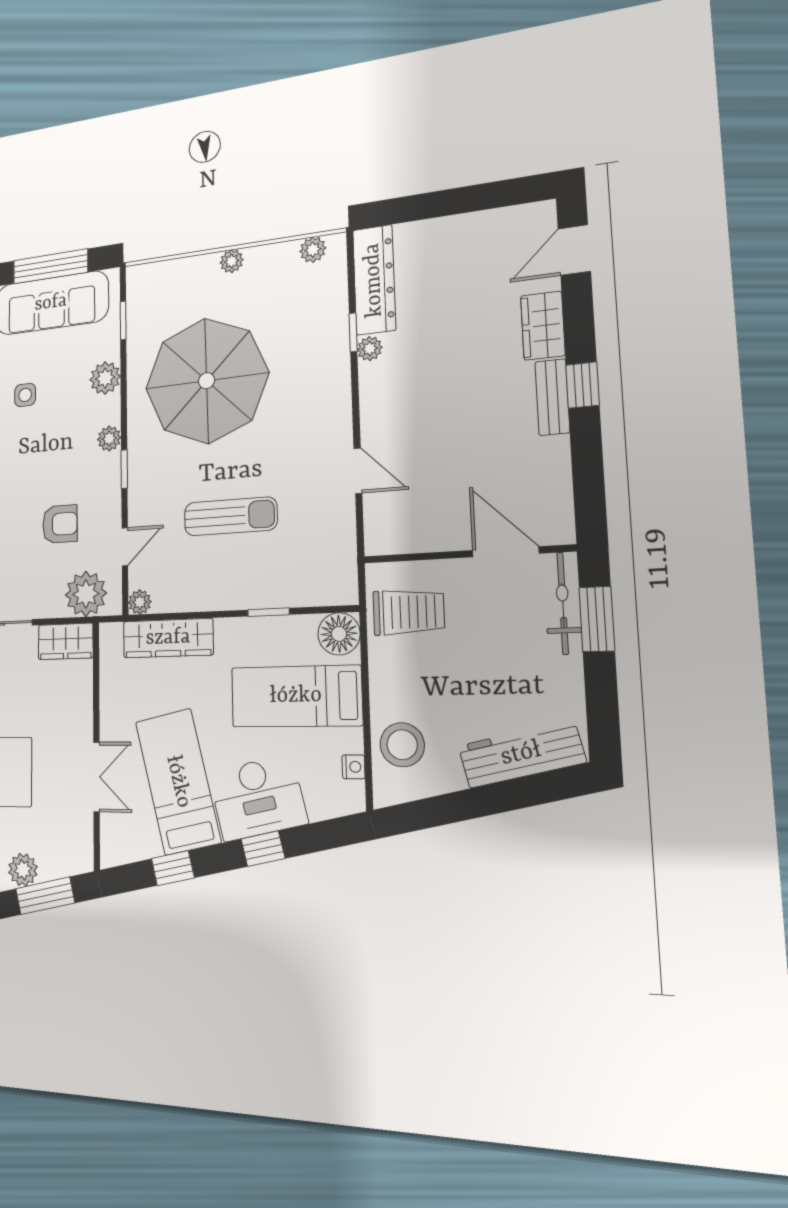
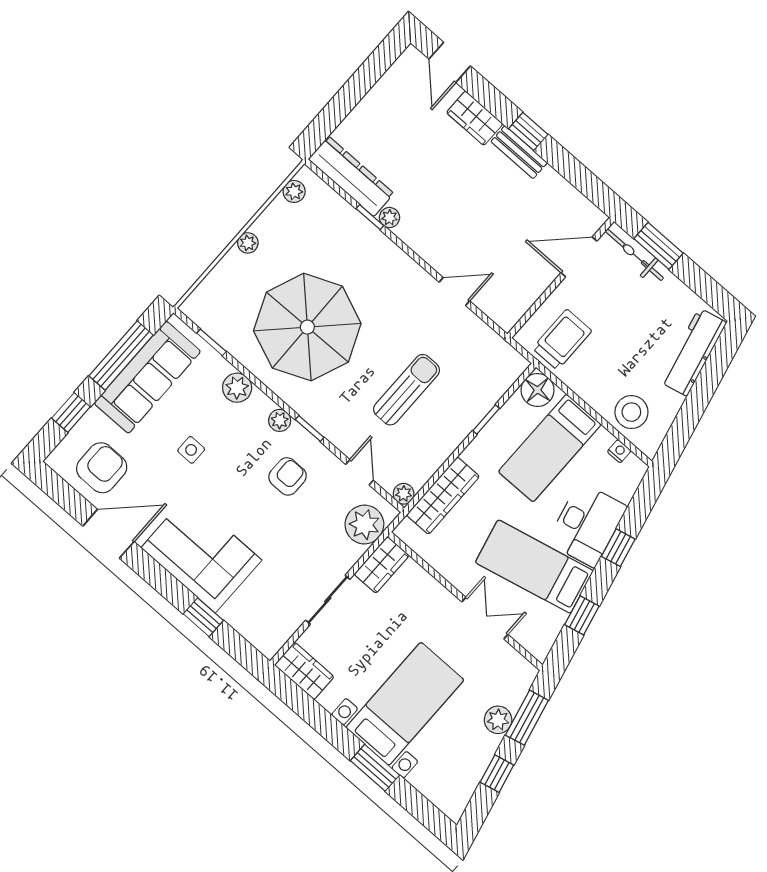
armchair: (60, 524) -> (288, 476), moved

